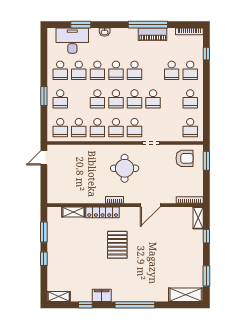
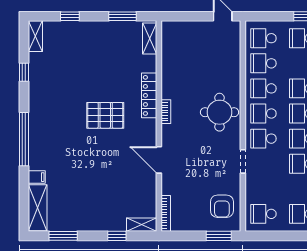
round table: (125, 168) -> (220, 112), moved
shelving: (73, 212) -> (150, 38), moved
window: (44, 259) -> (70, 16), moved
filing cabinet: (102, 295) -> (37, 177), moved, width x0.50

